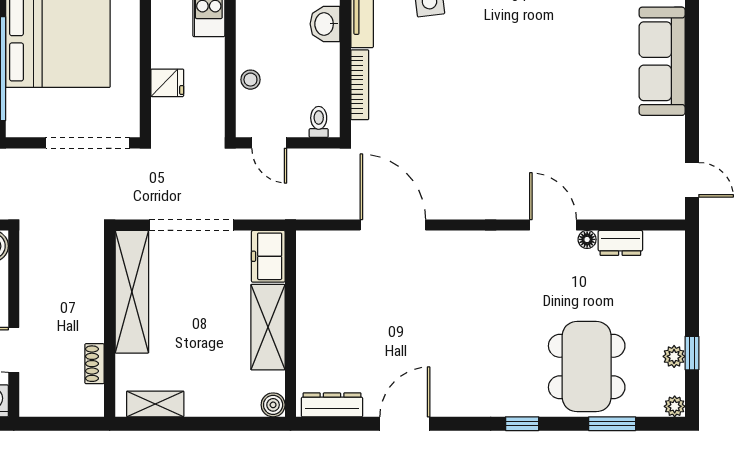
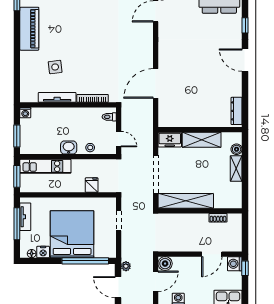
washbasin: (325, 24) -> (69, 148), moved, turned 180
doorway: (88, 143) -> (119, 221), width x0.53
door: (269, 143) -> (119, 139), hinge flipped
shelving: (155, 404) -> (236, 169), moved
boiler: (273, 405) -> (237, 149), moved
door: (405, 424) -> (245, 60), moved

